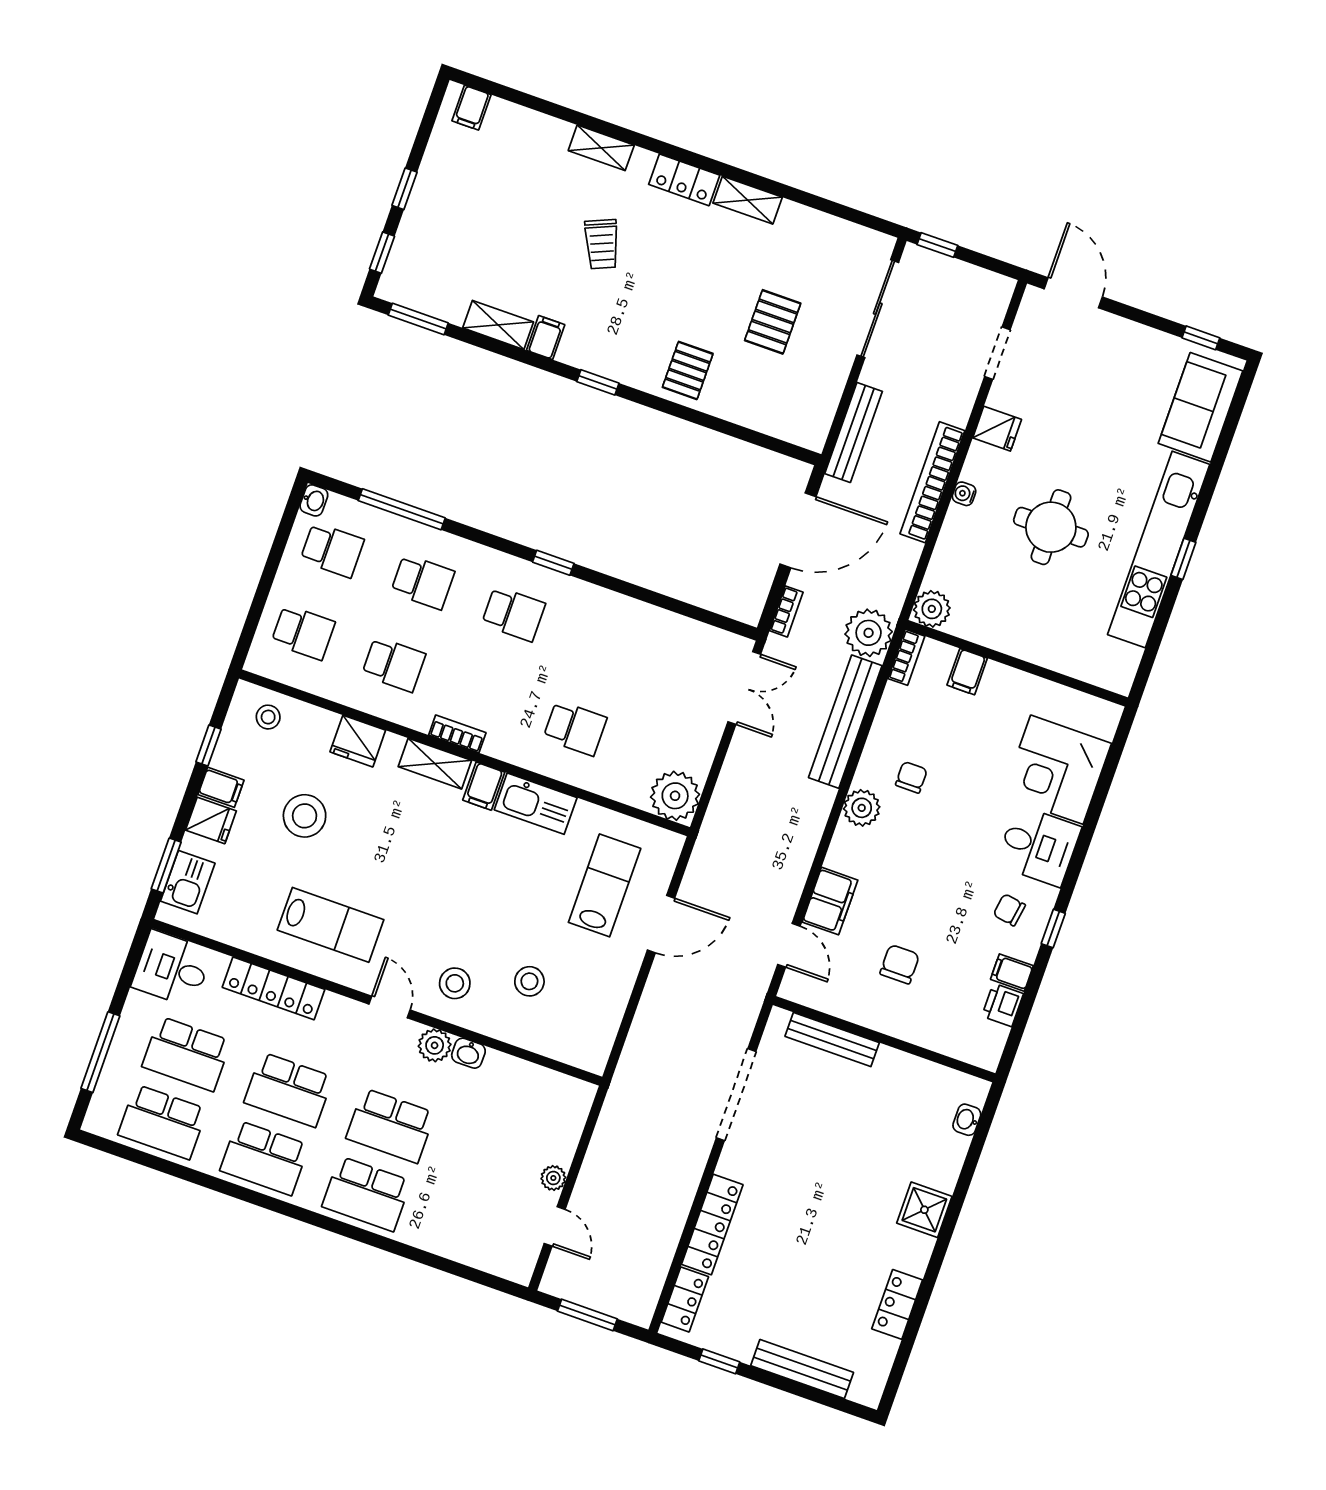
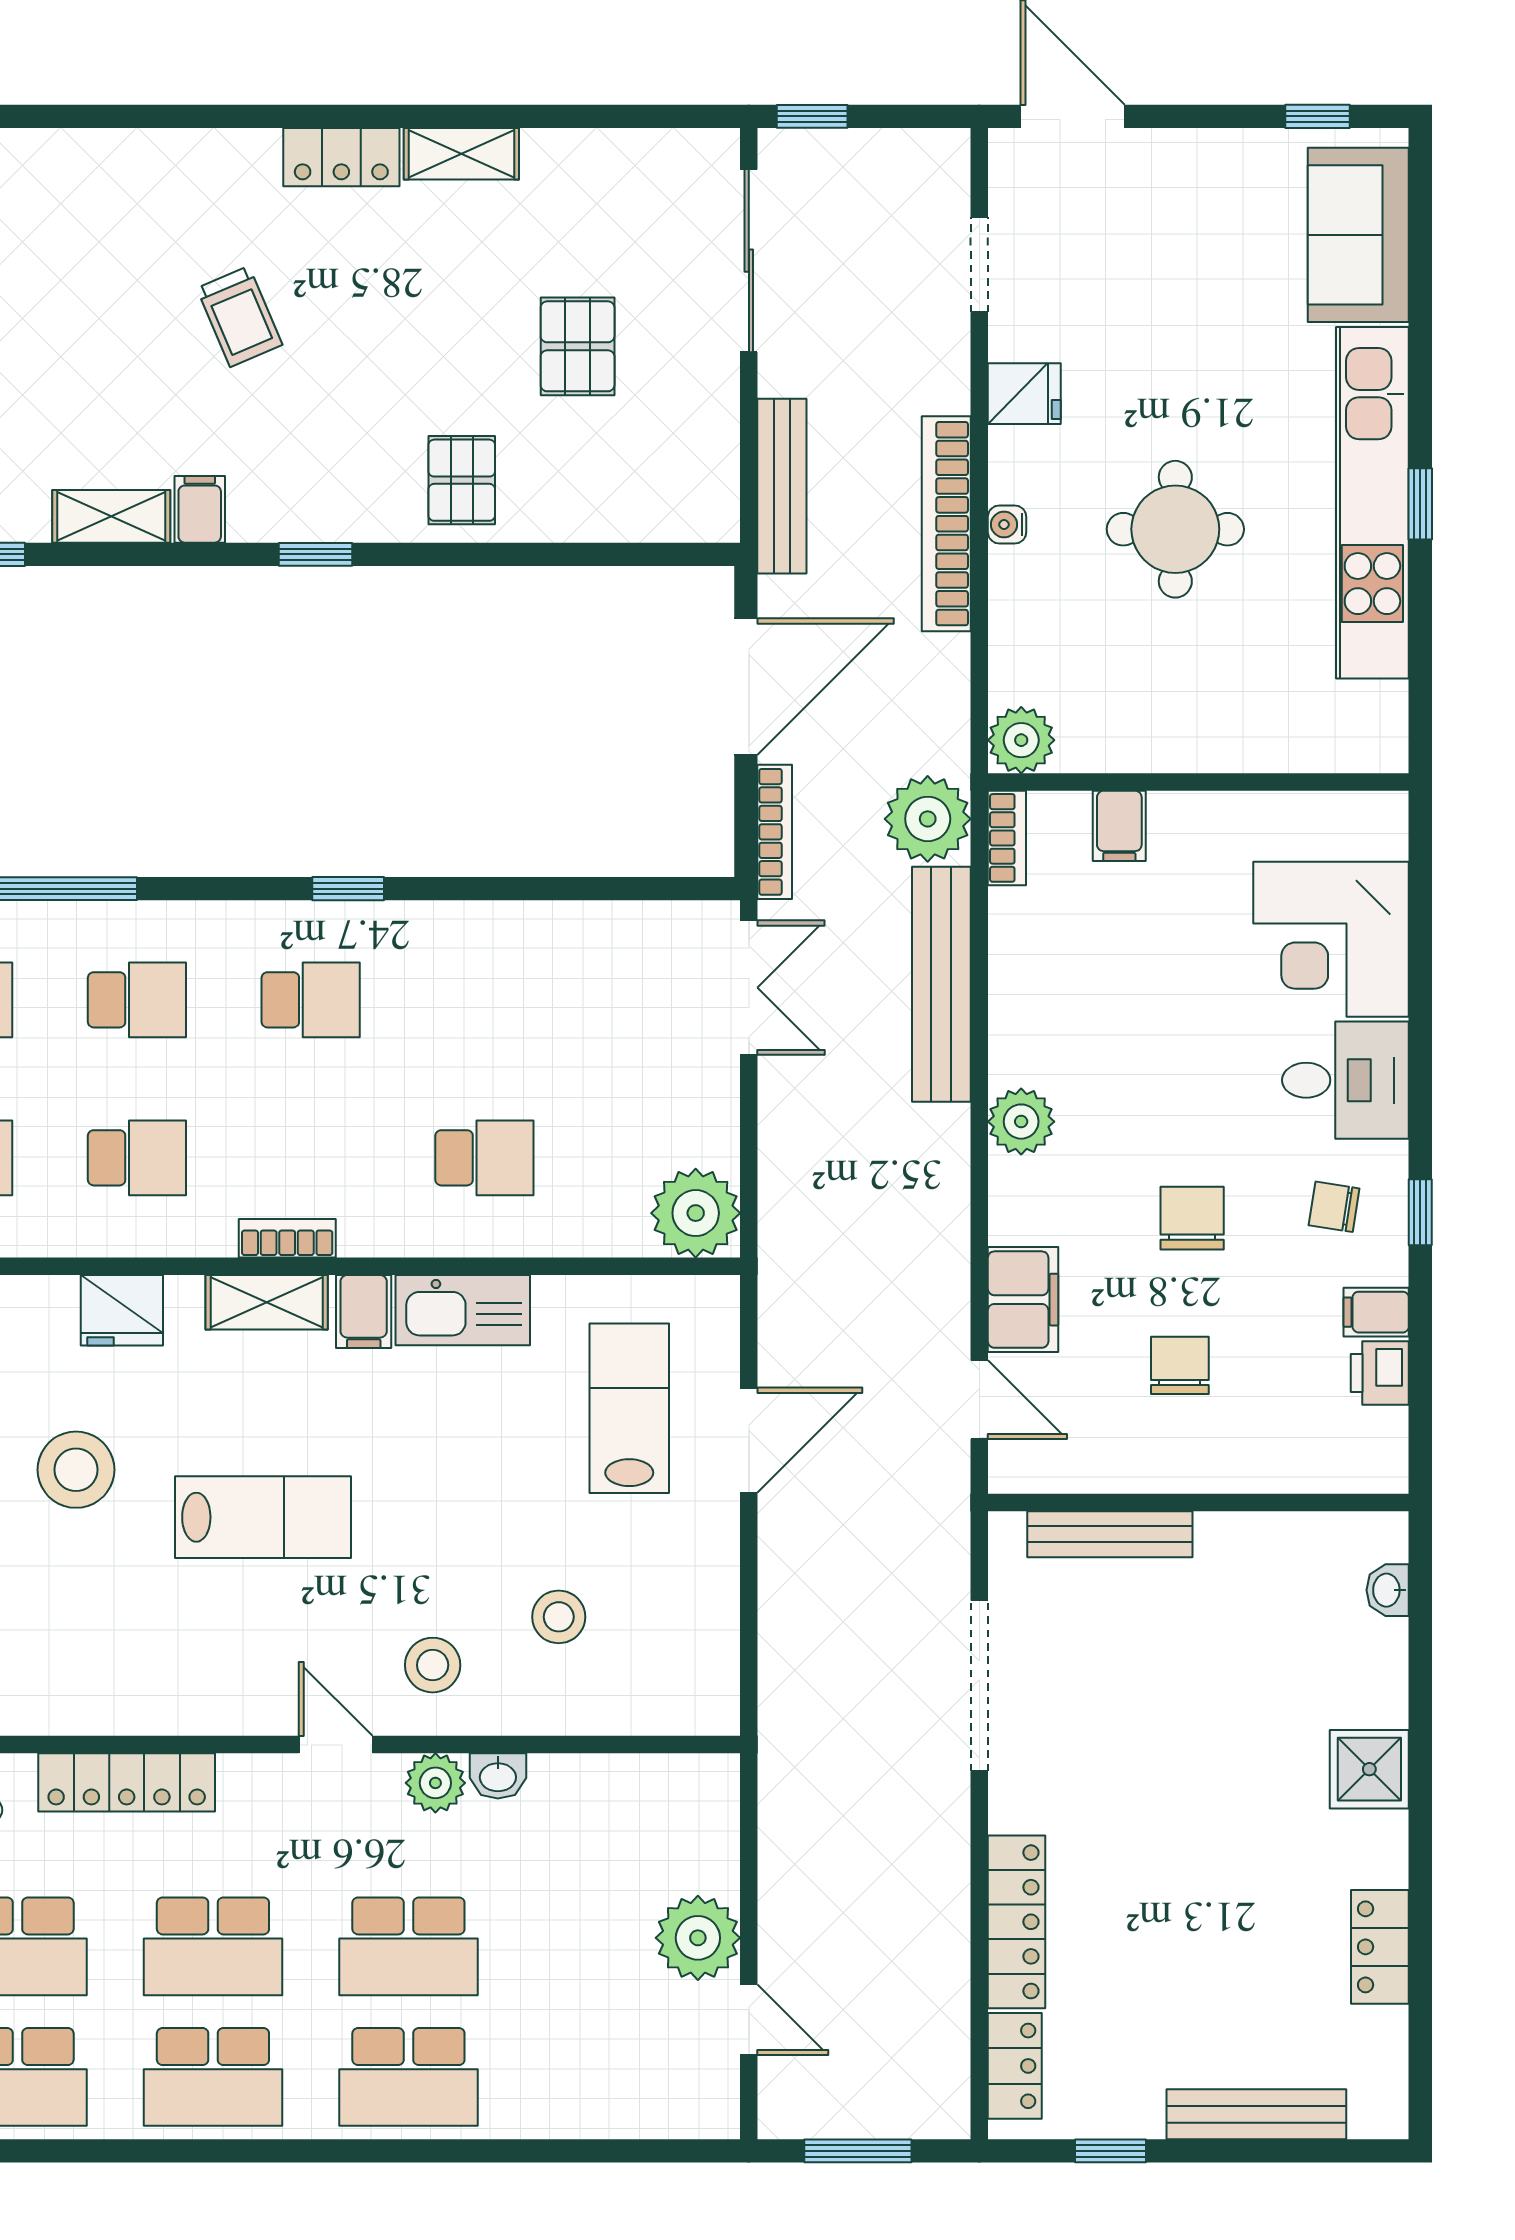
shelving: (601, 148) -> (181, 152), removed
bookcase: (786, 611) -> (775, 832), width x1.56
chair: (911, 777) -> (1192, 1218), moved, width x1.37, depth x1.37
lab bench: (331, 925) -> (263, 1517), moved
plant: (553, 1178) -> (698, 1938), width x1.88, depth x1.88

